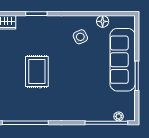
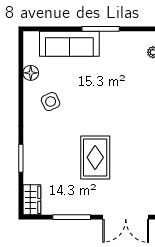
sofa: (123, 60) -> (69, 44), width x0.74, depth x0.79
rug: (37, 71) -> (95, 157), turned 90

